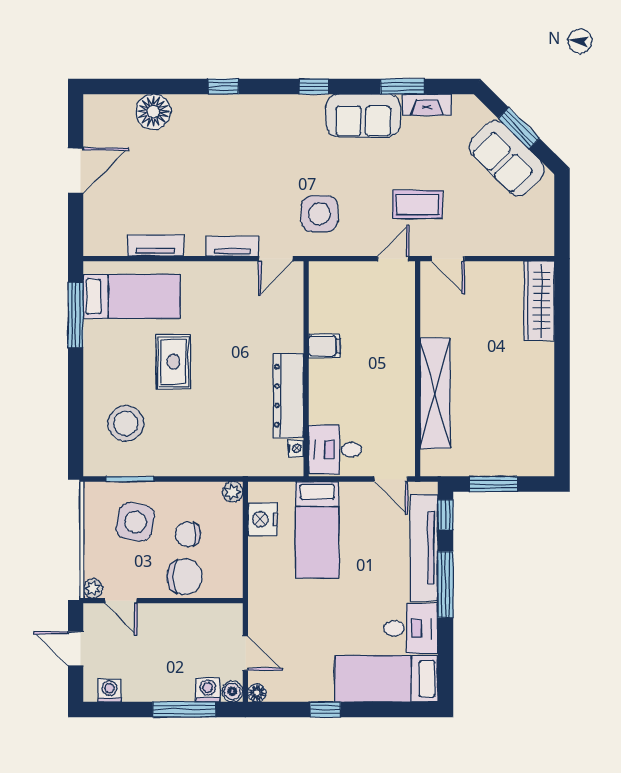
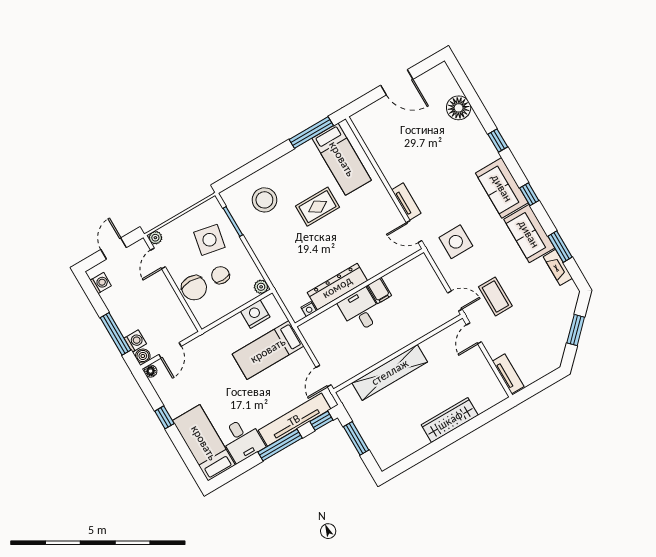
sofa: (507, 158) -> (502, 188), moved, turned -45
tv unit: (155, 245) -> (508, 374), moved
wardrobe: (539, 301) -> (450, 420), moved
desk: (335, 450) -> (360, 310), moved

